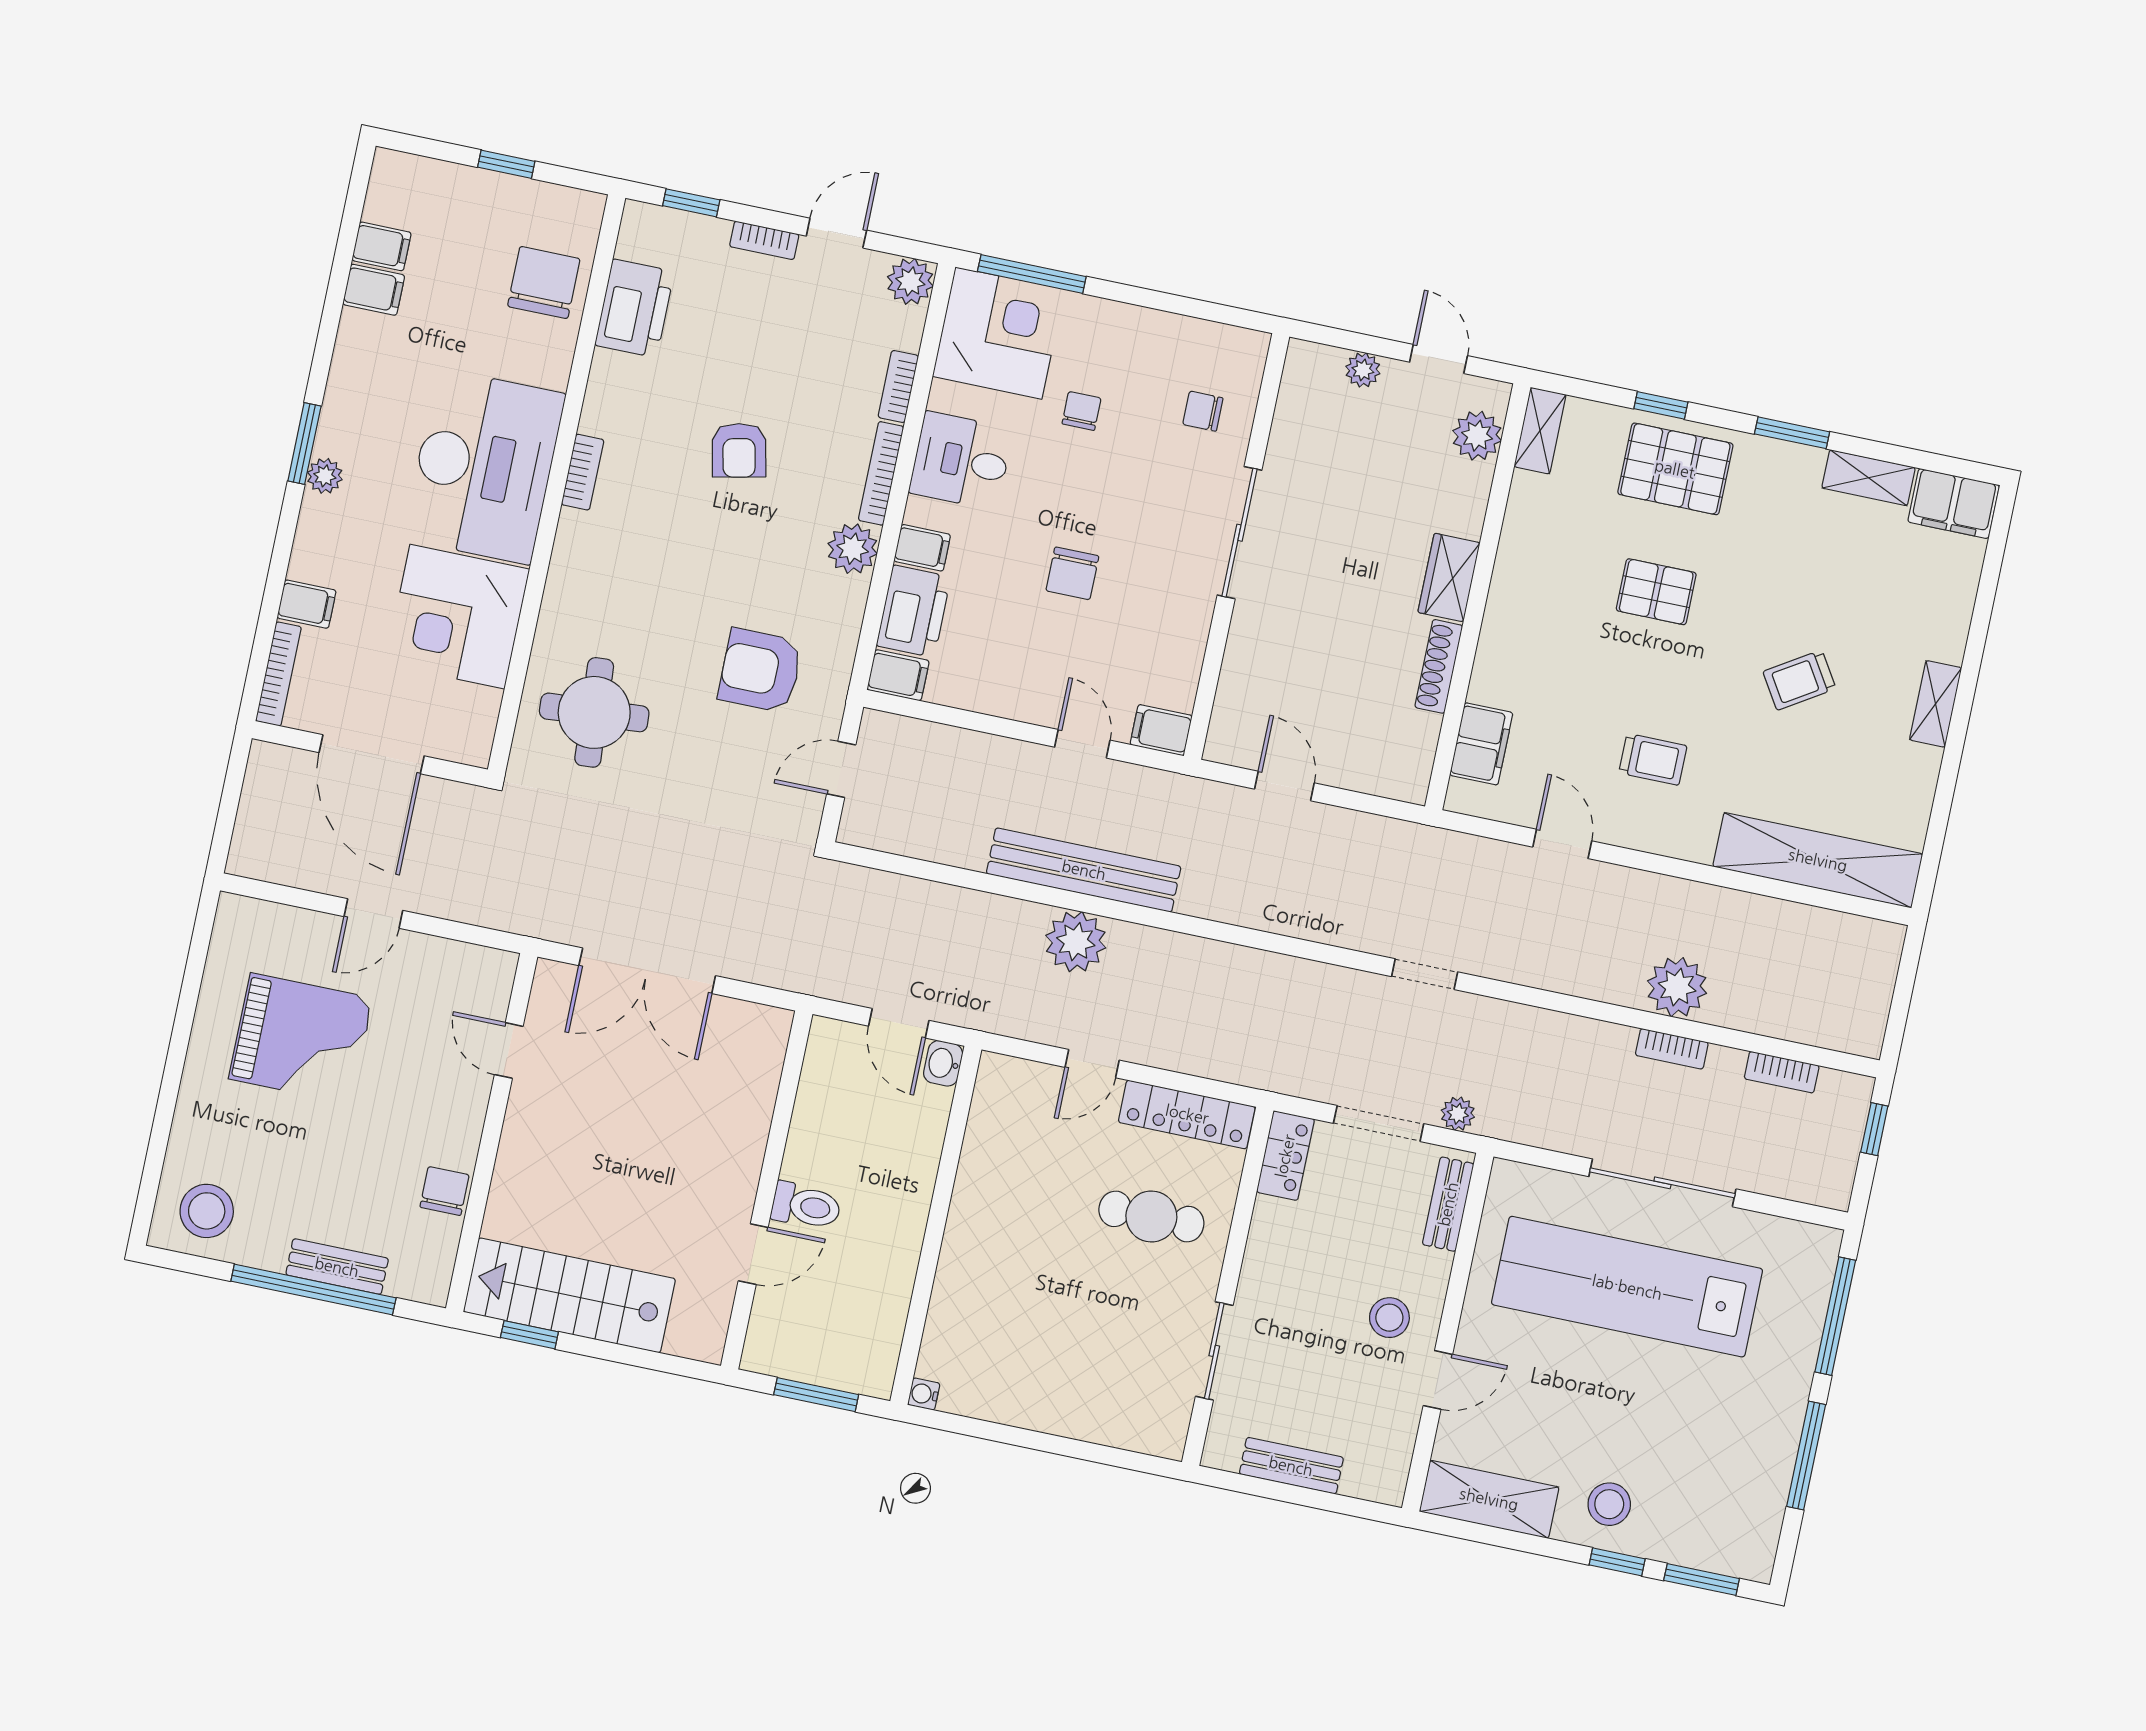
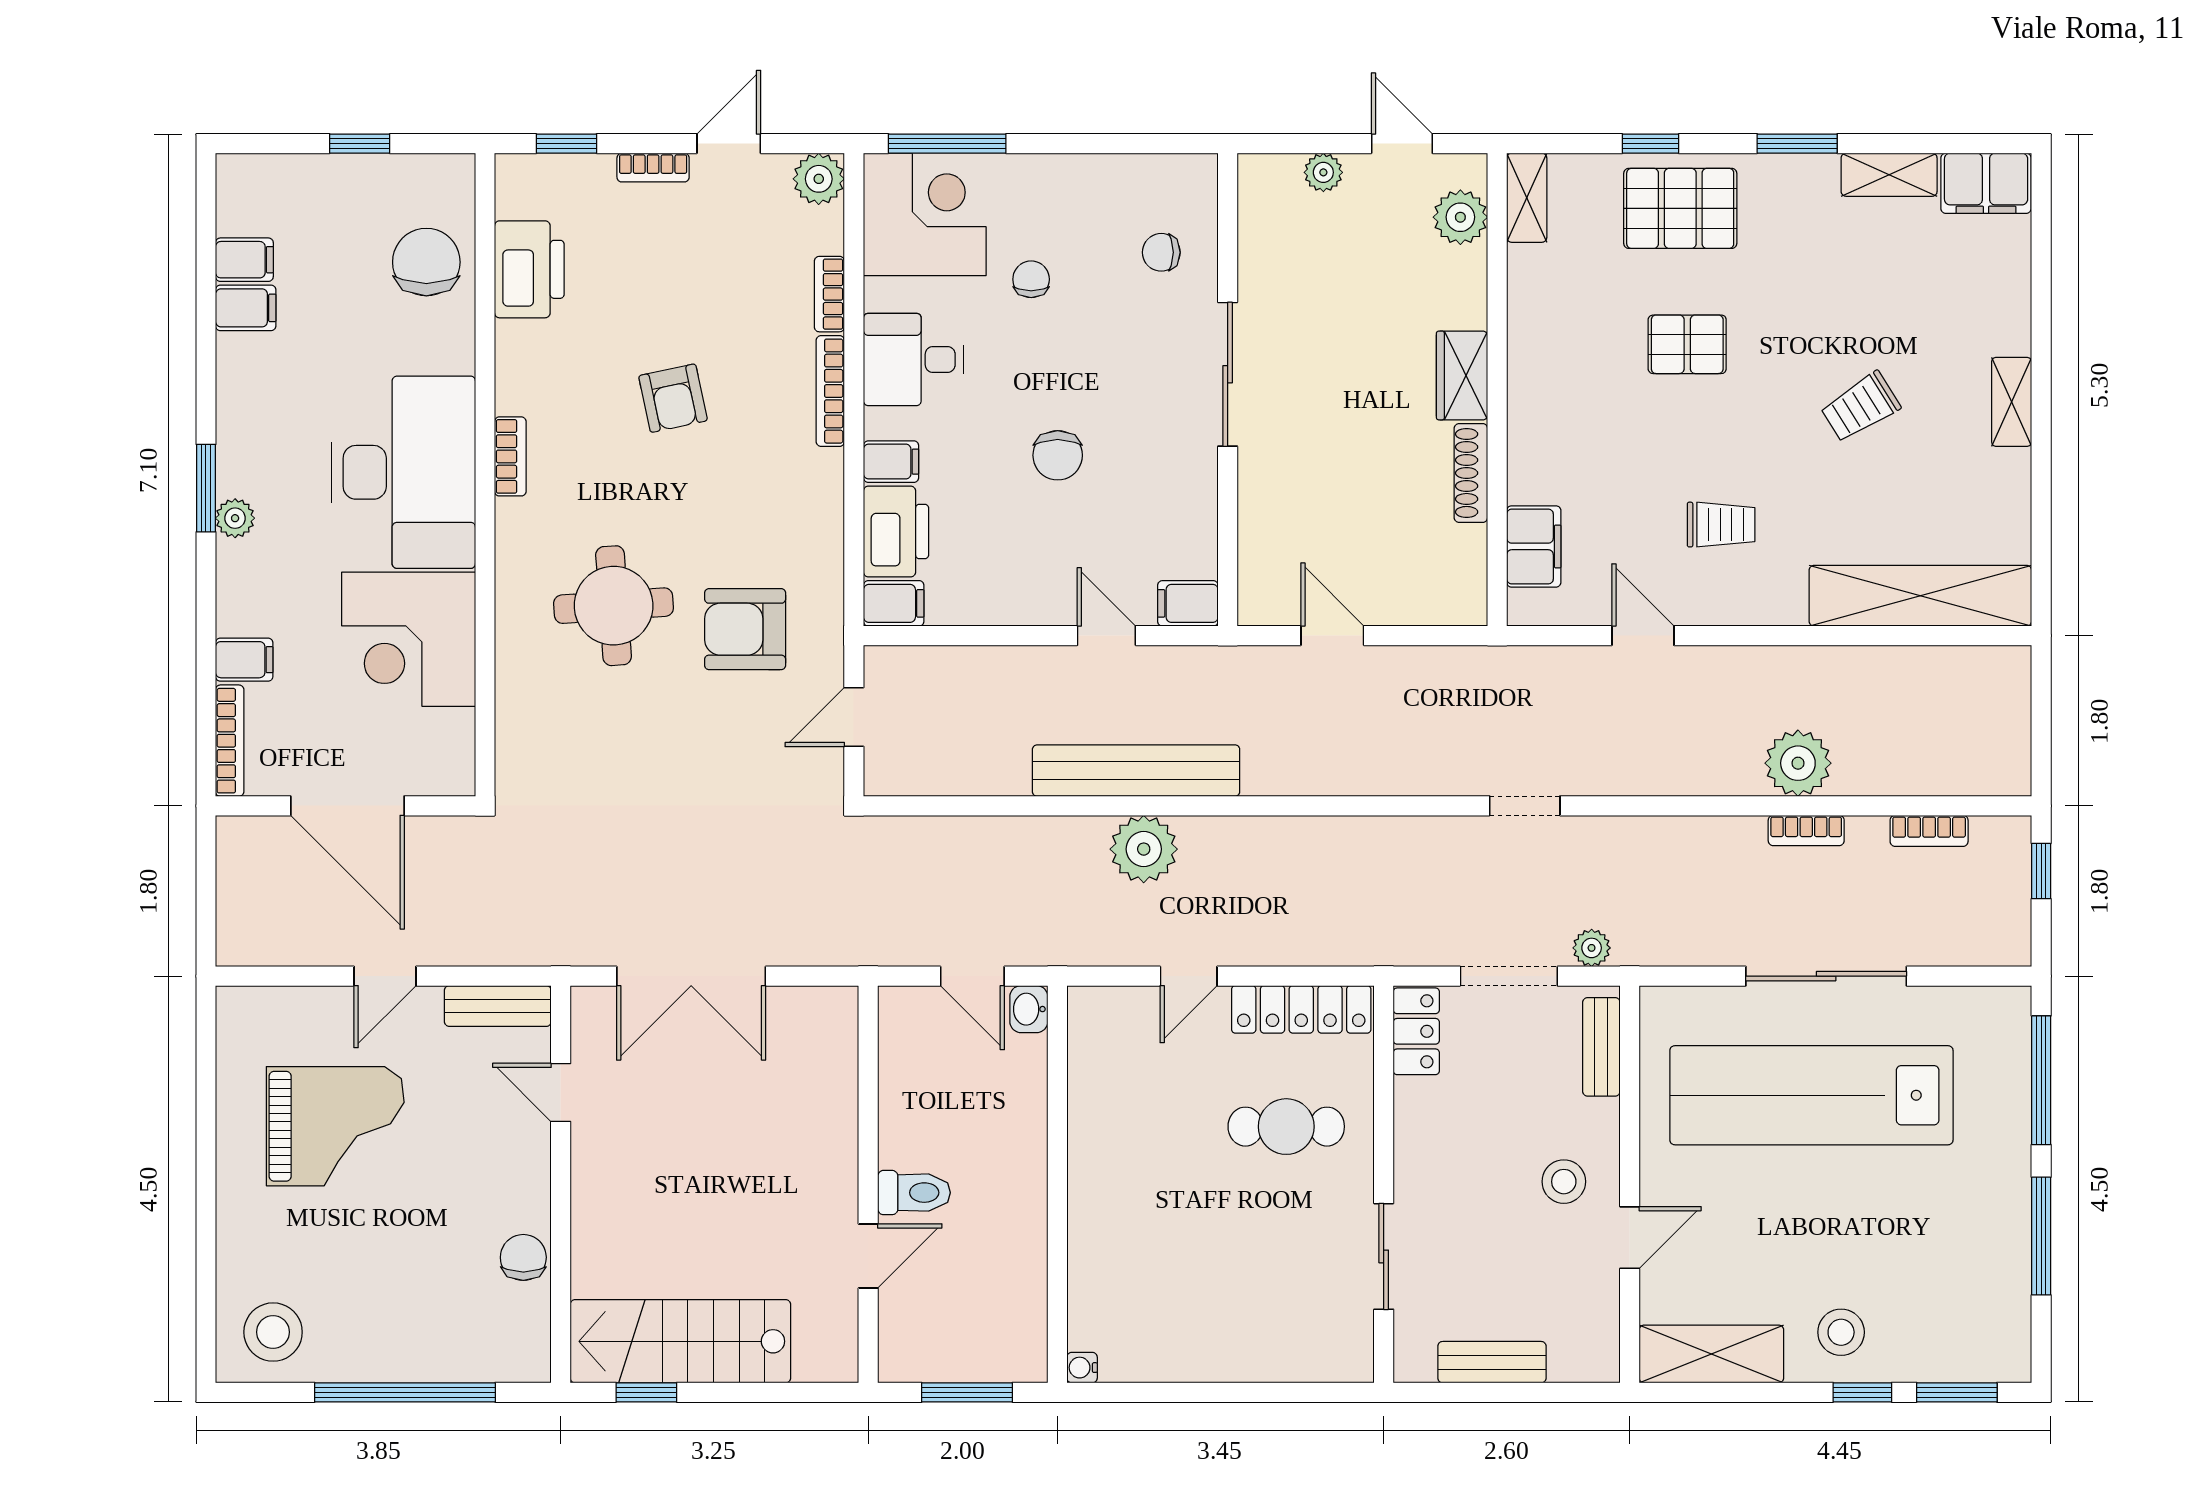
plant: (853, 549) -> (817, 478), removed
round table: (594, 712) -> (614, 606), moved
bench: (337, 1267) -> (498, 1006), moved

